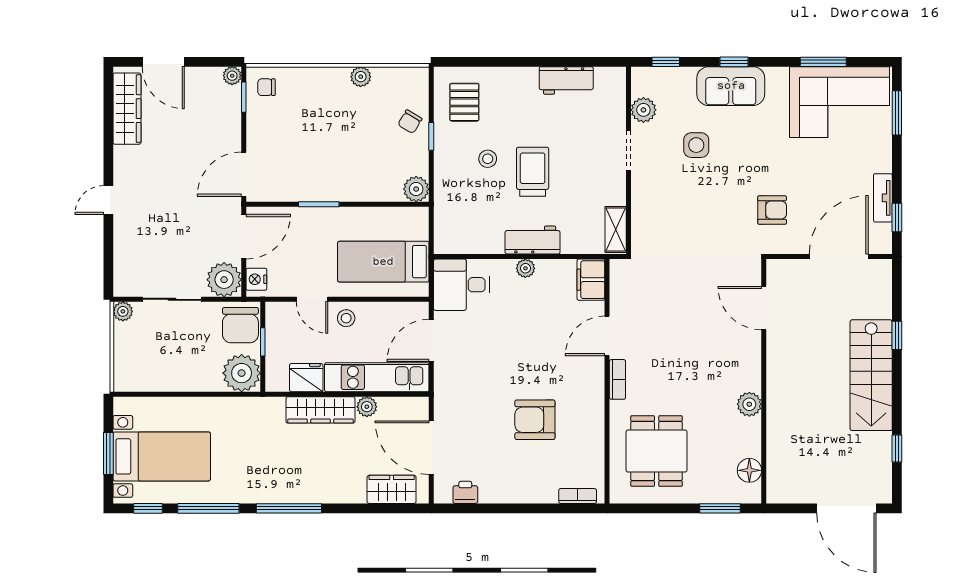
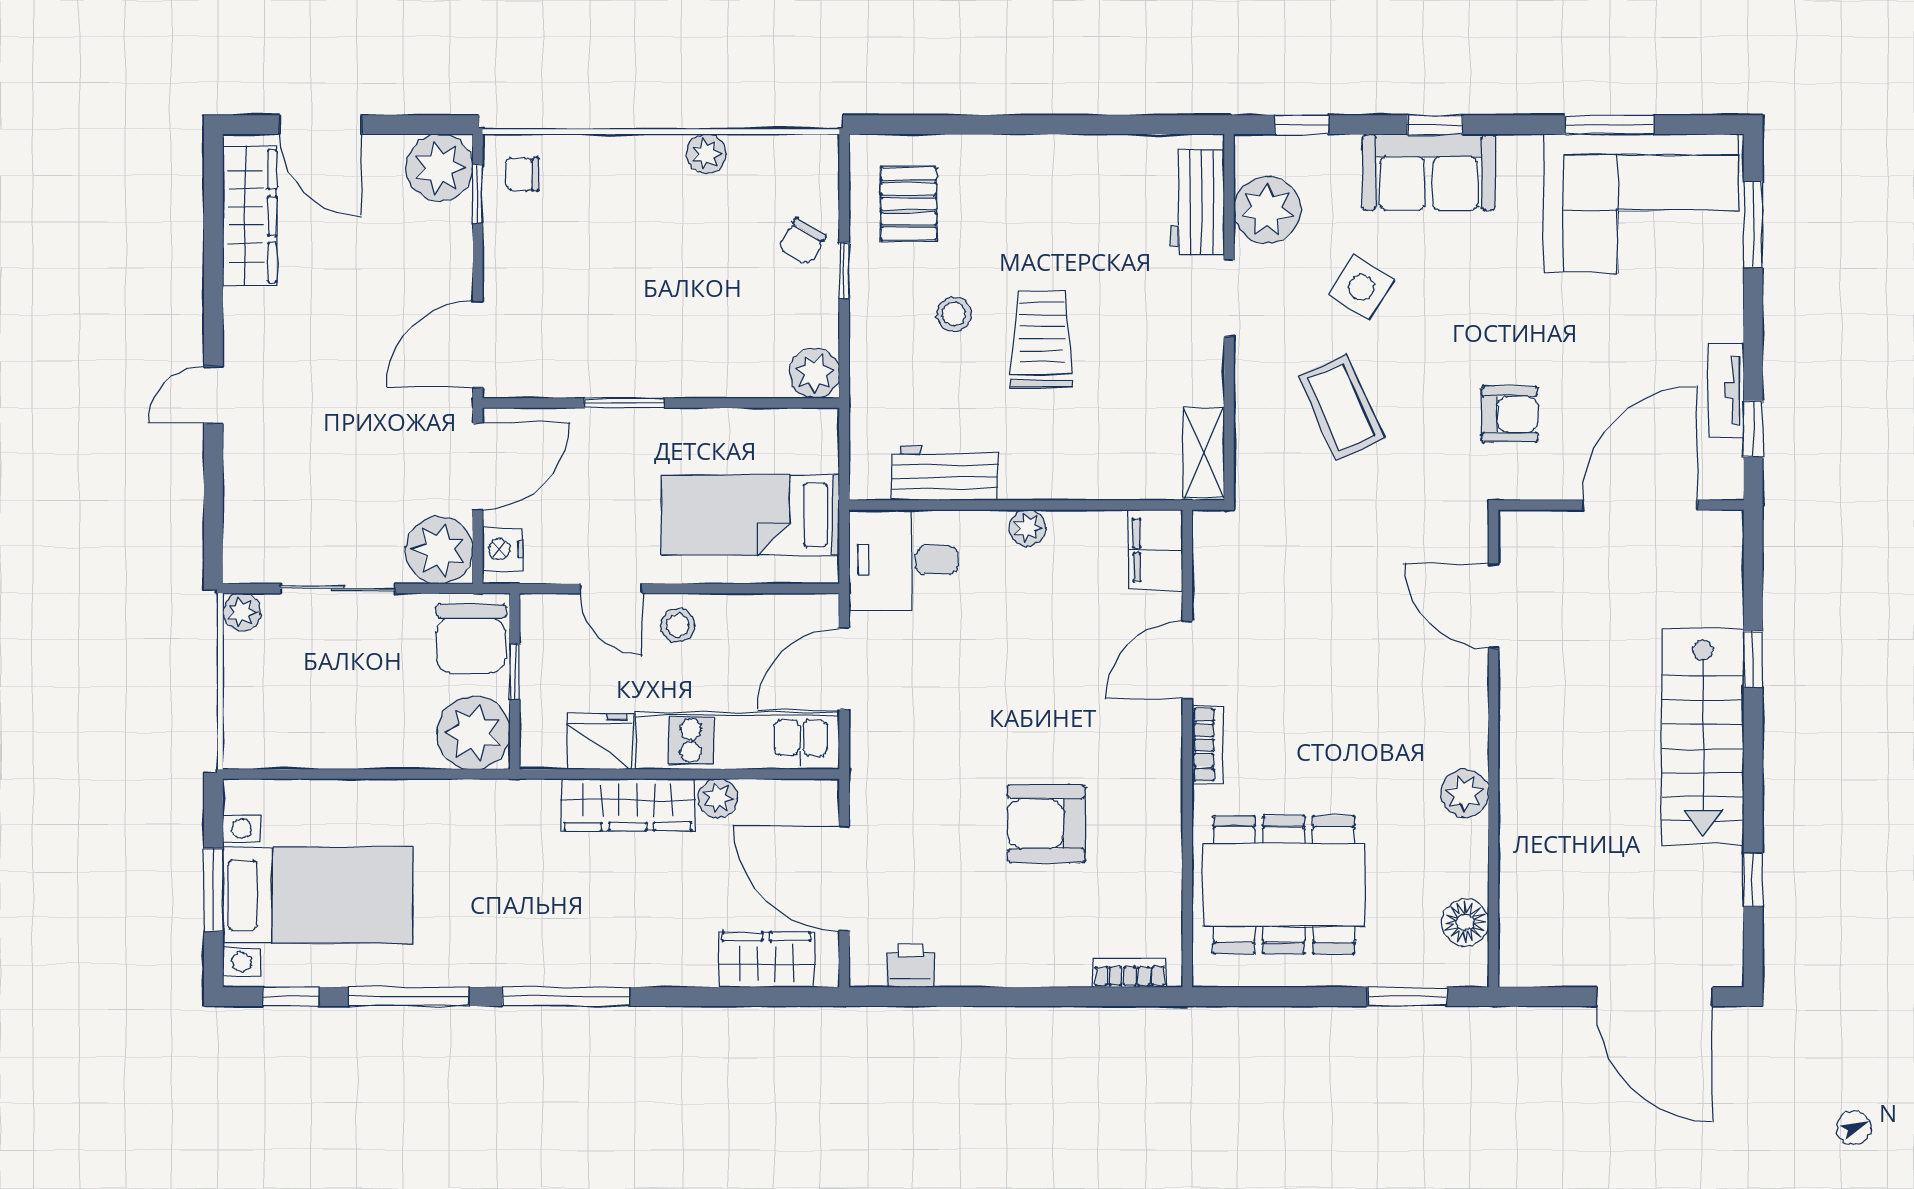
plant: (232, 76) -> (440, 167), width x1.88, depth x1.88
workbench: (566, 80) -> (1197, 202), moved, turned 90
plant: (643, 110) -> (1267, 210), width x1.36, depth x1.36
side table: (696, 145) -> (1361, 287), turned 32
coffee table: (686, 206) -> (1341, 407), added
workbench: (533, 240) -> (945, 473), moved
dining table: (657, 451) -> (1284, 885), width x1.38

